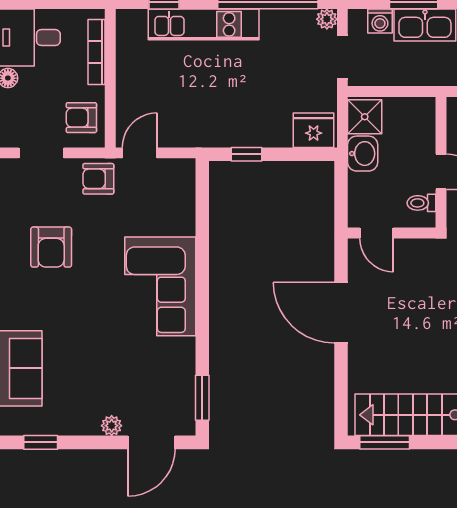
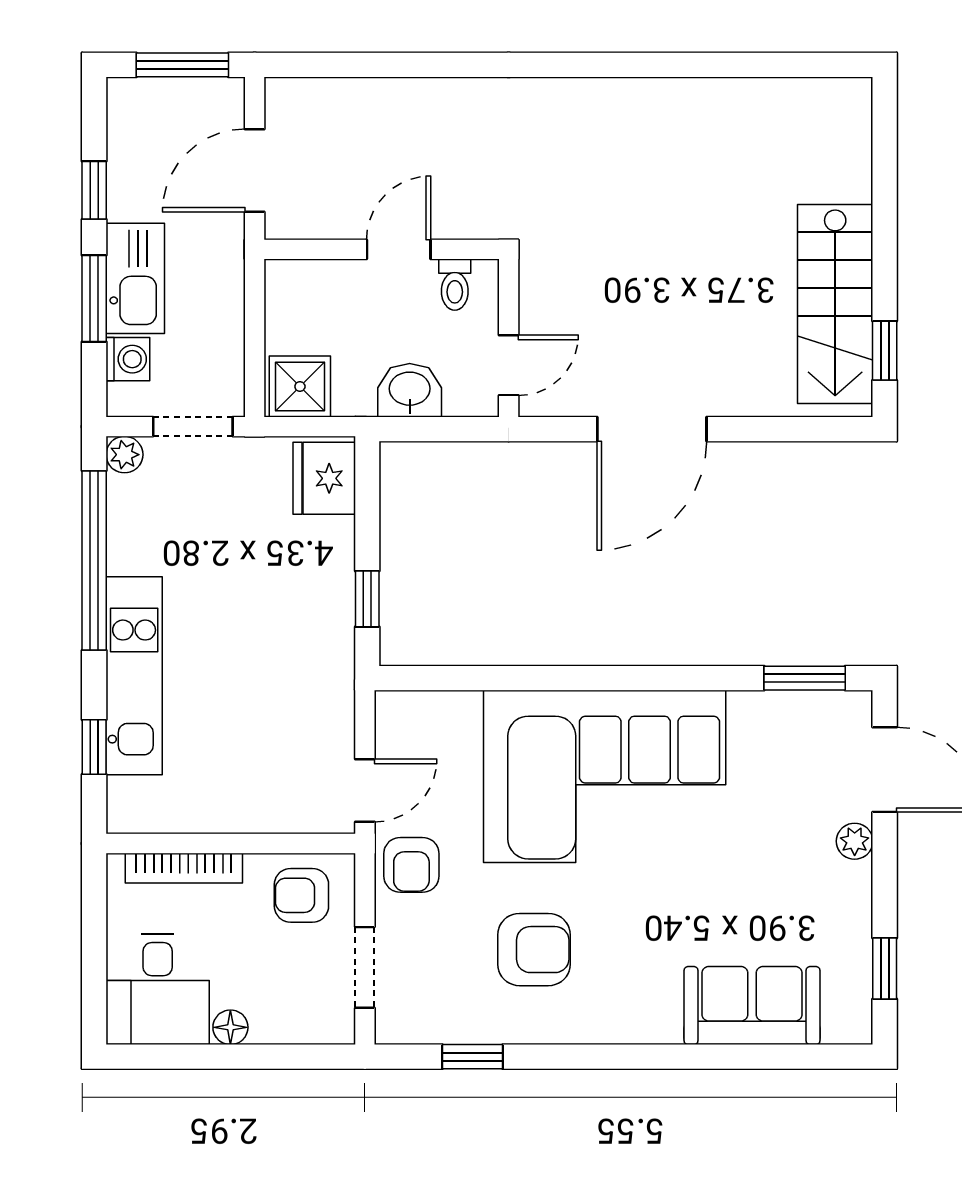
armchair: (81, 118) -> (301, 895), turned 90
door: (140, 153) -> (365, 790), swing flipped
washbasin: (363, 154) -> (410, 390), moved
corner sofa: (160, 286) -> (605, 776), width x1.36, depth x1.36
window: (385, 442) -> (885, 351), width x0.67

